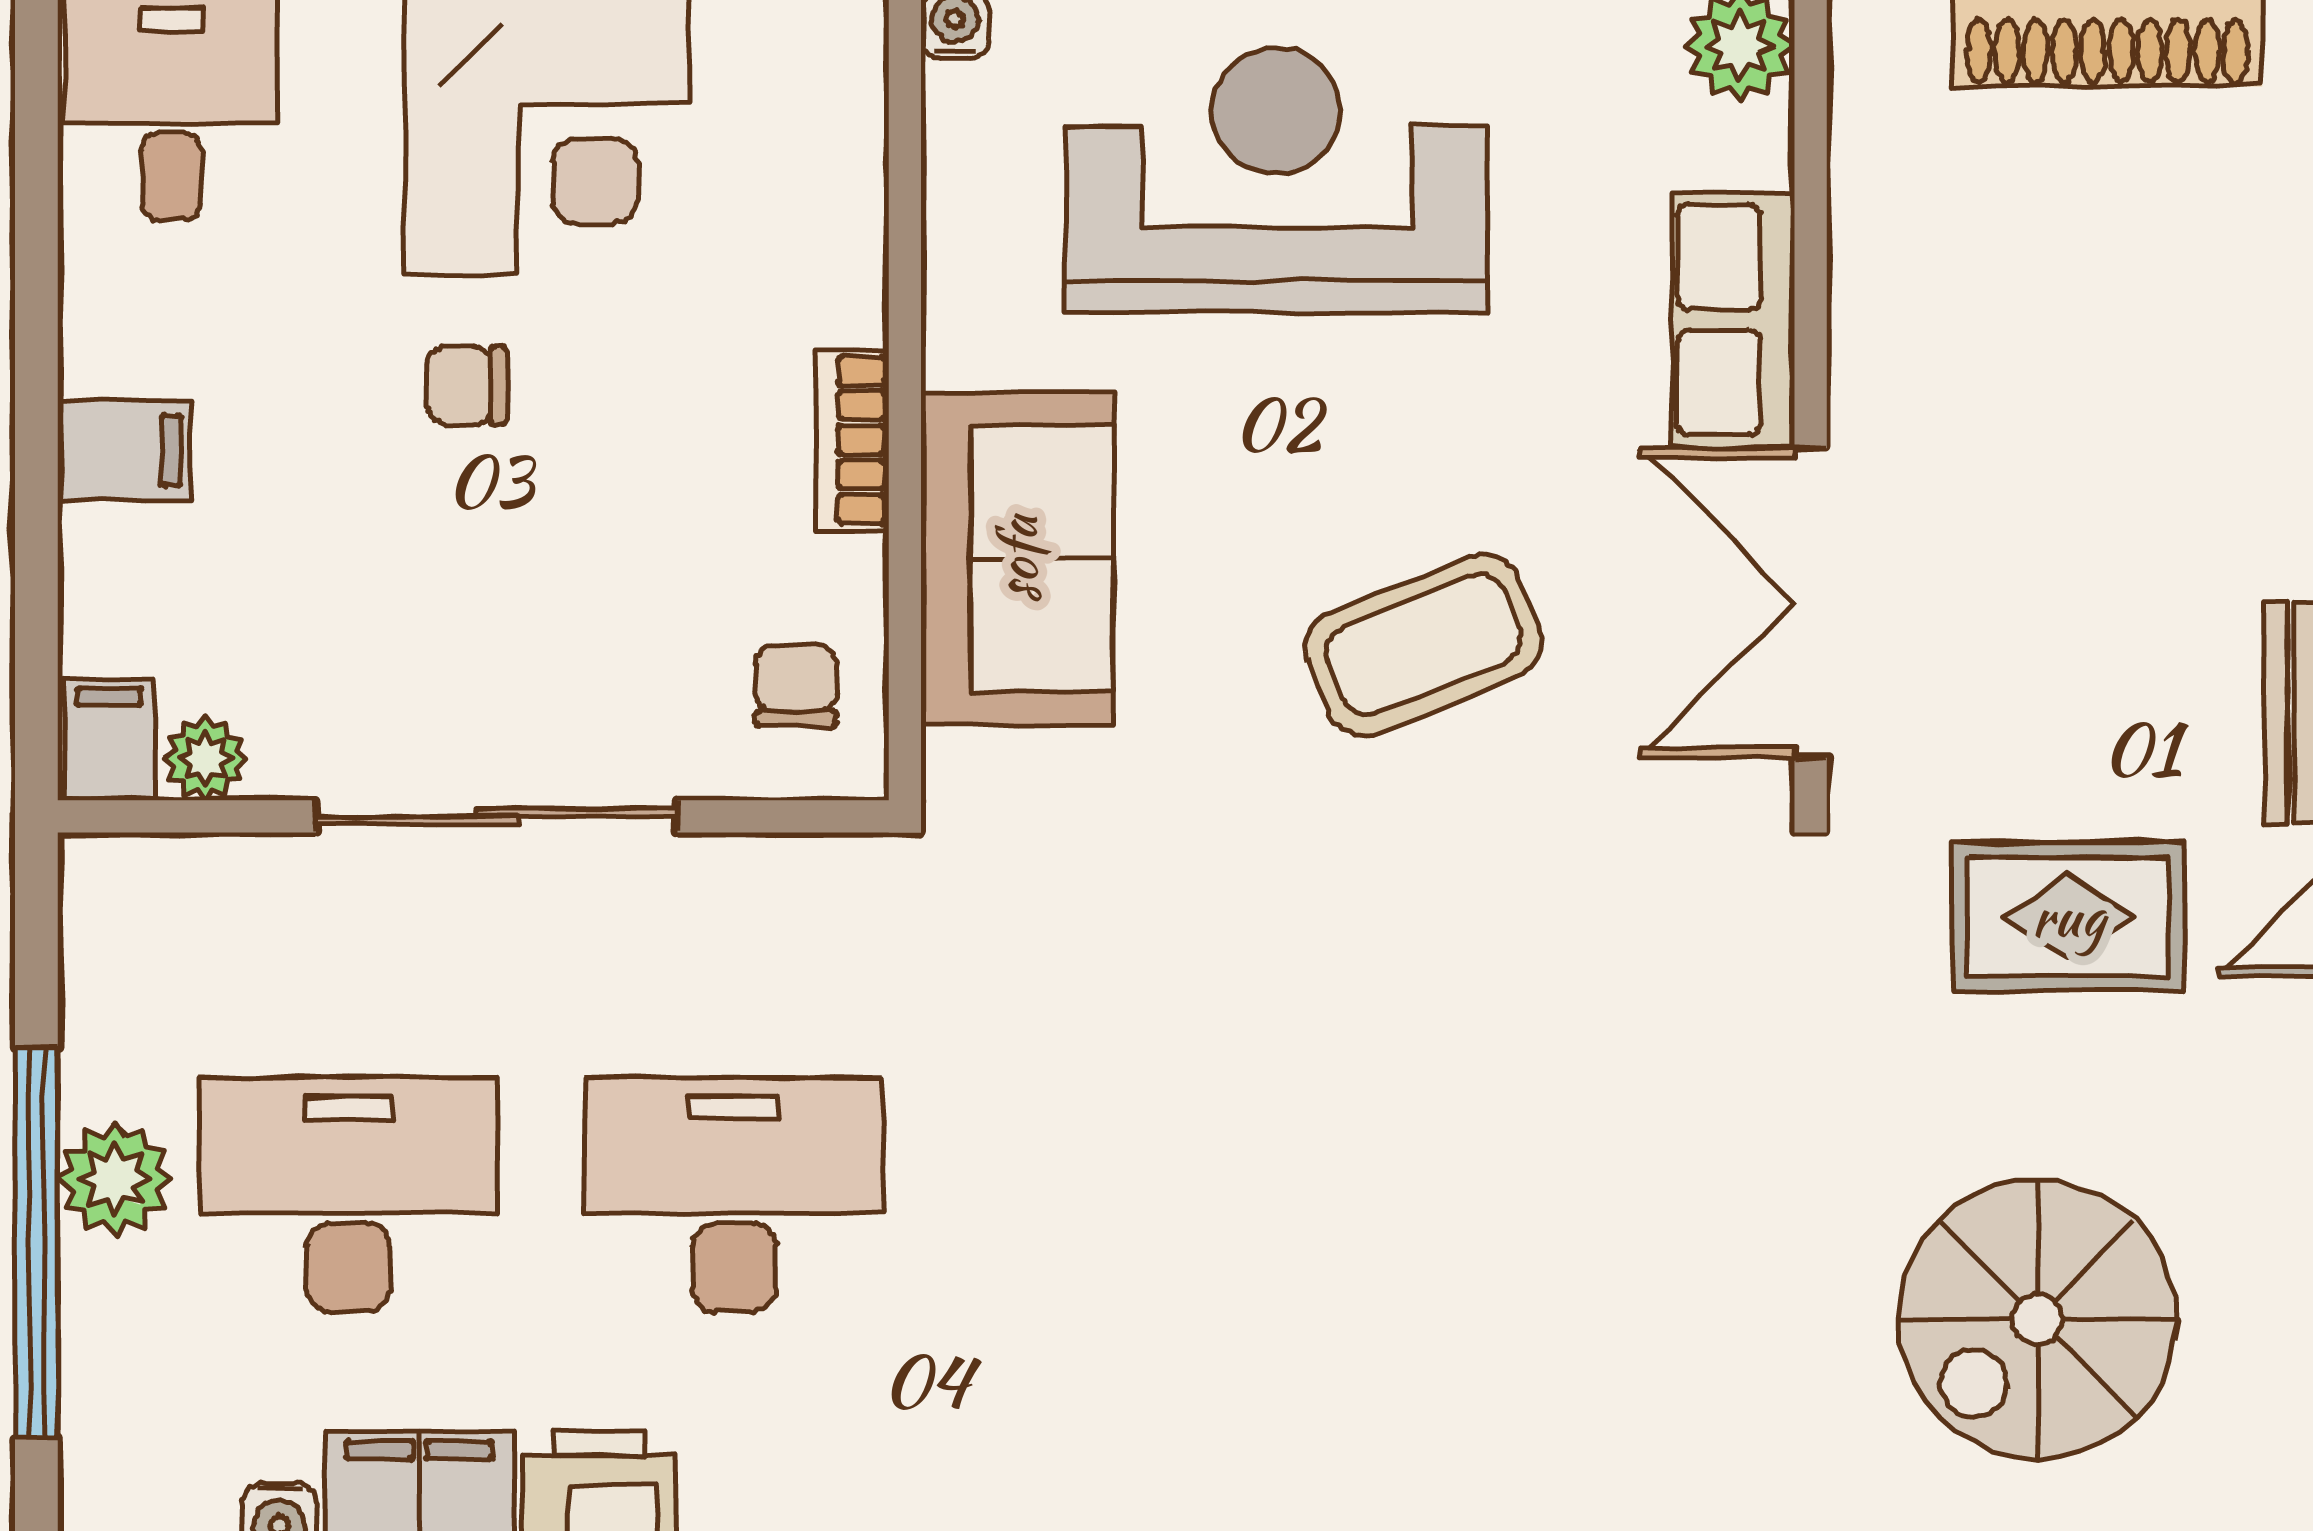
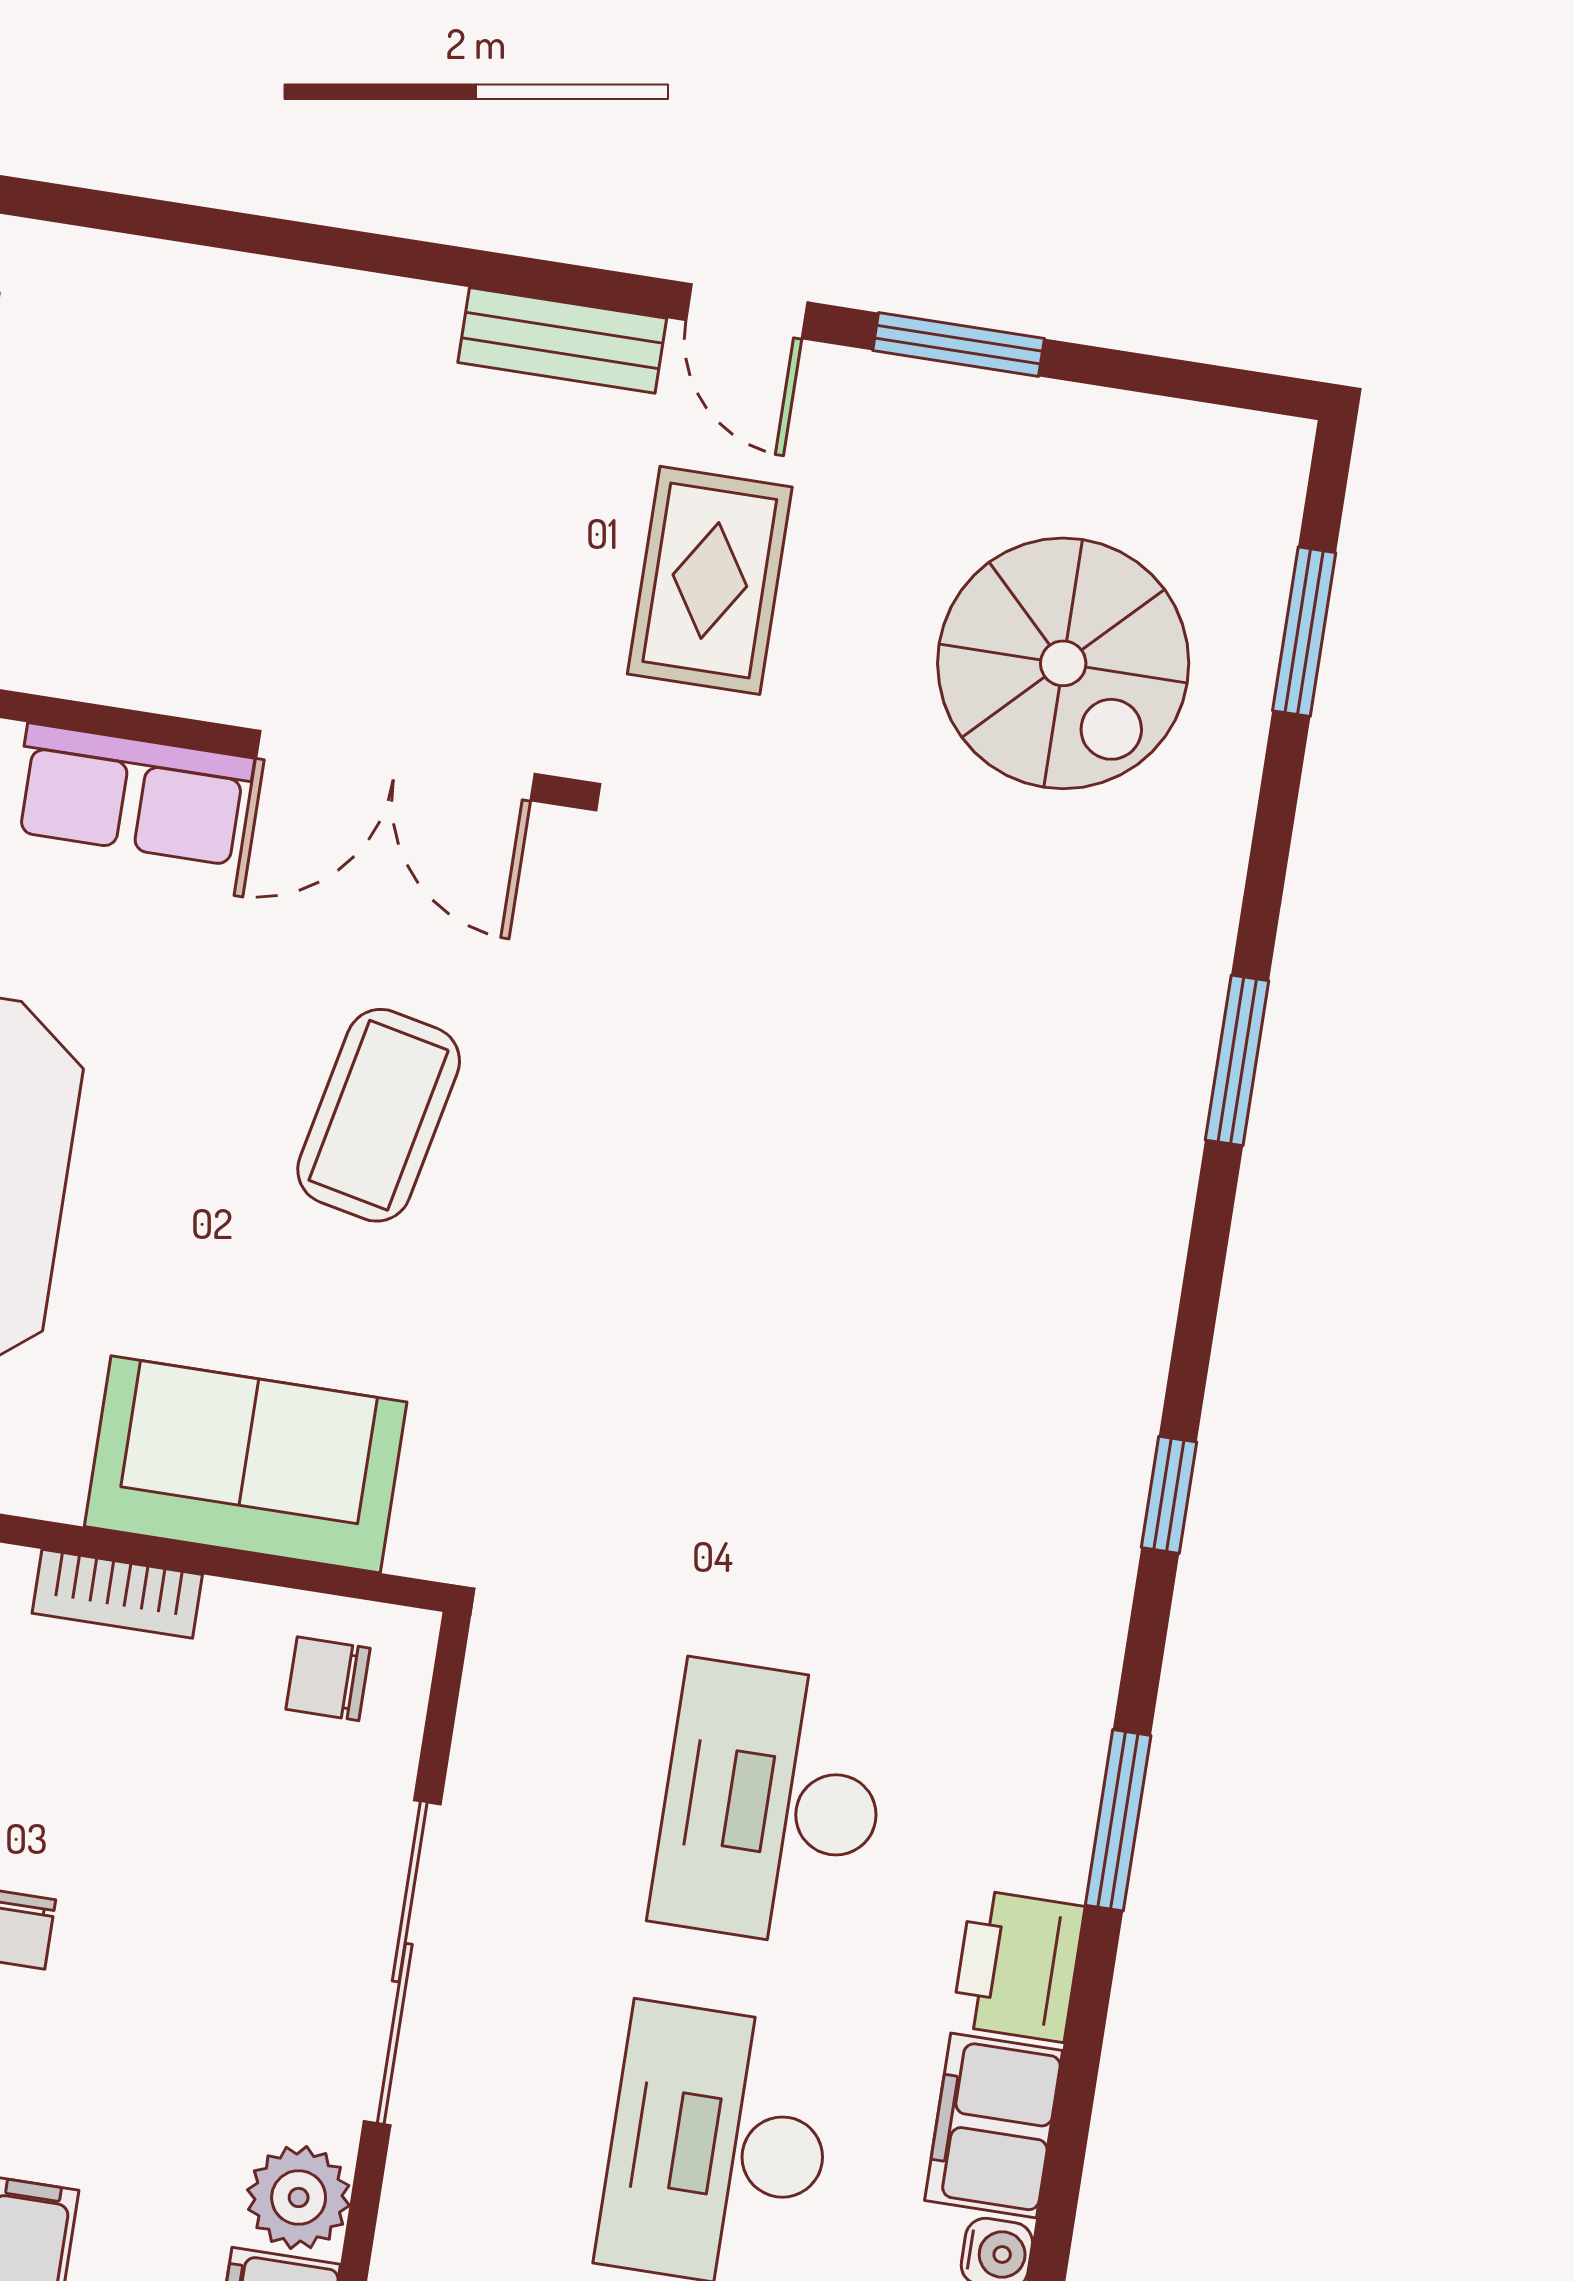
coffee table: (1423, 645) -> (379, 1115), turned 34
plant: (205, 759) -> (299, 2198), width x1.38, depth x1.38

